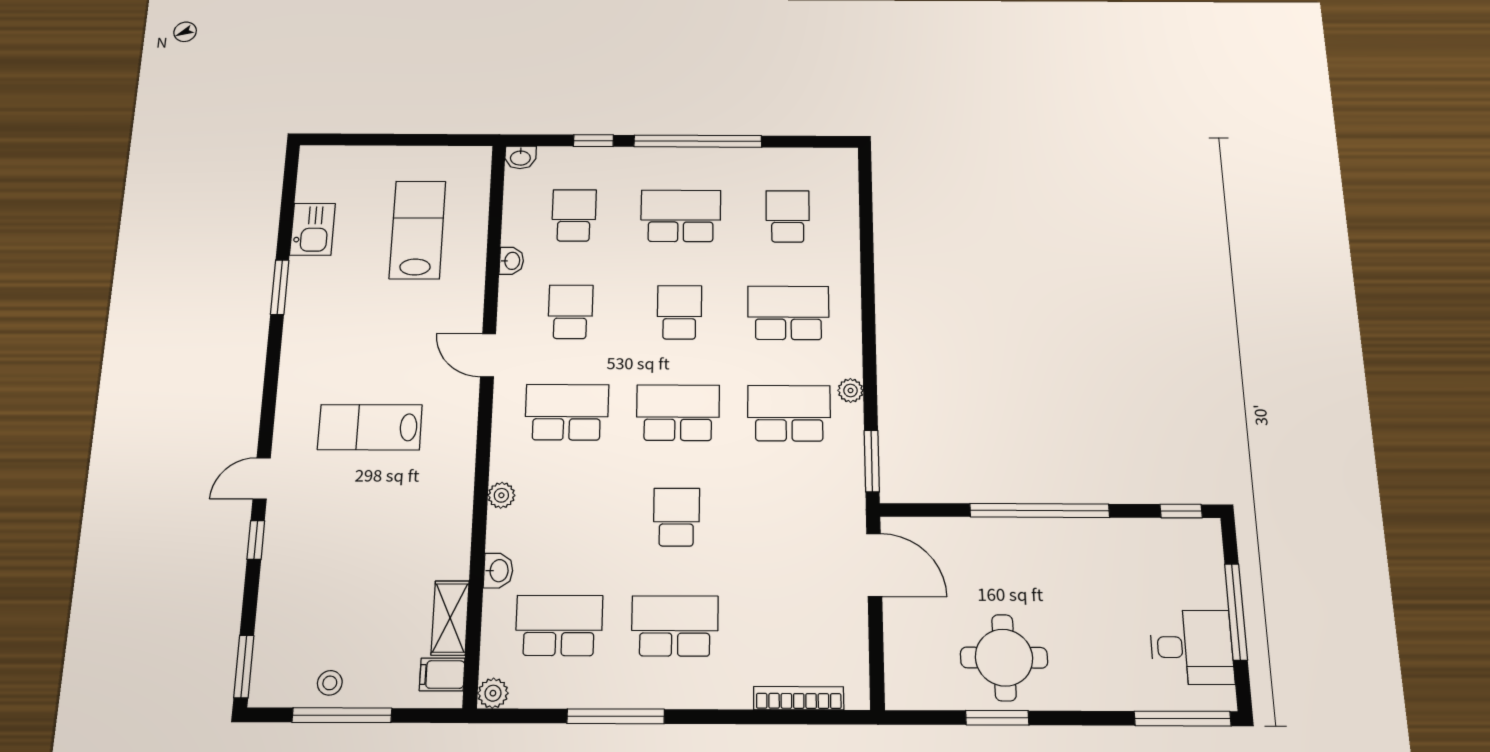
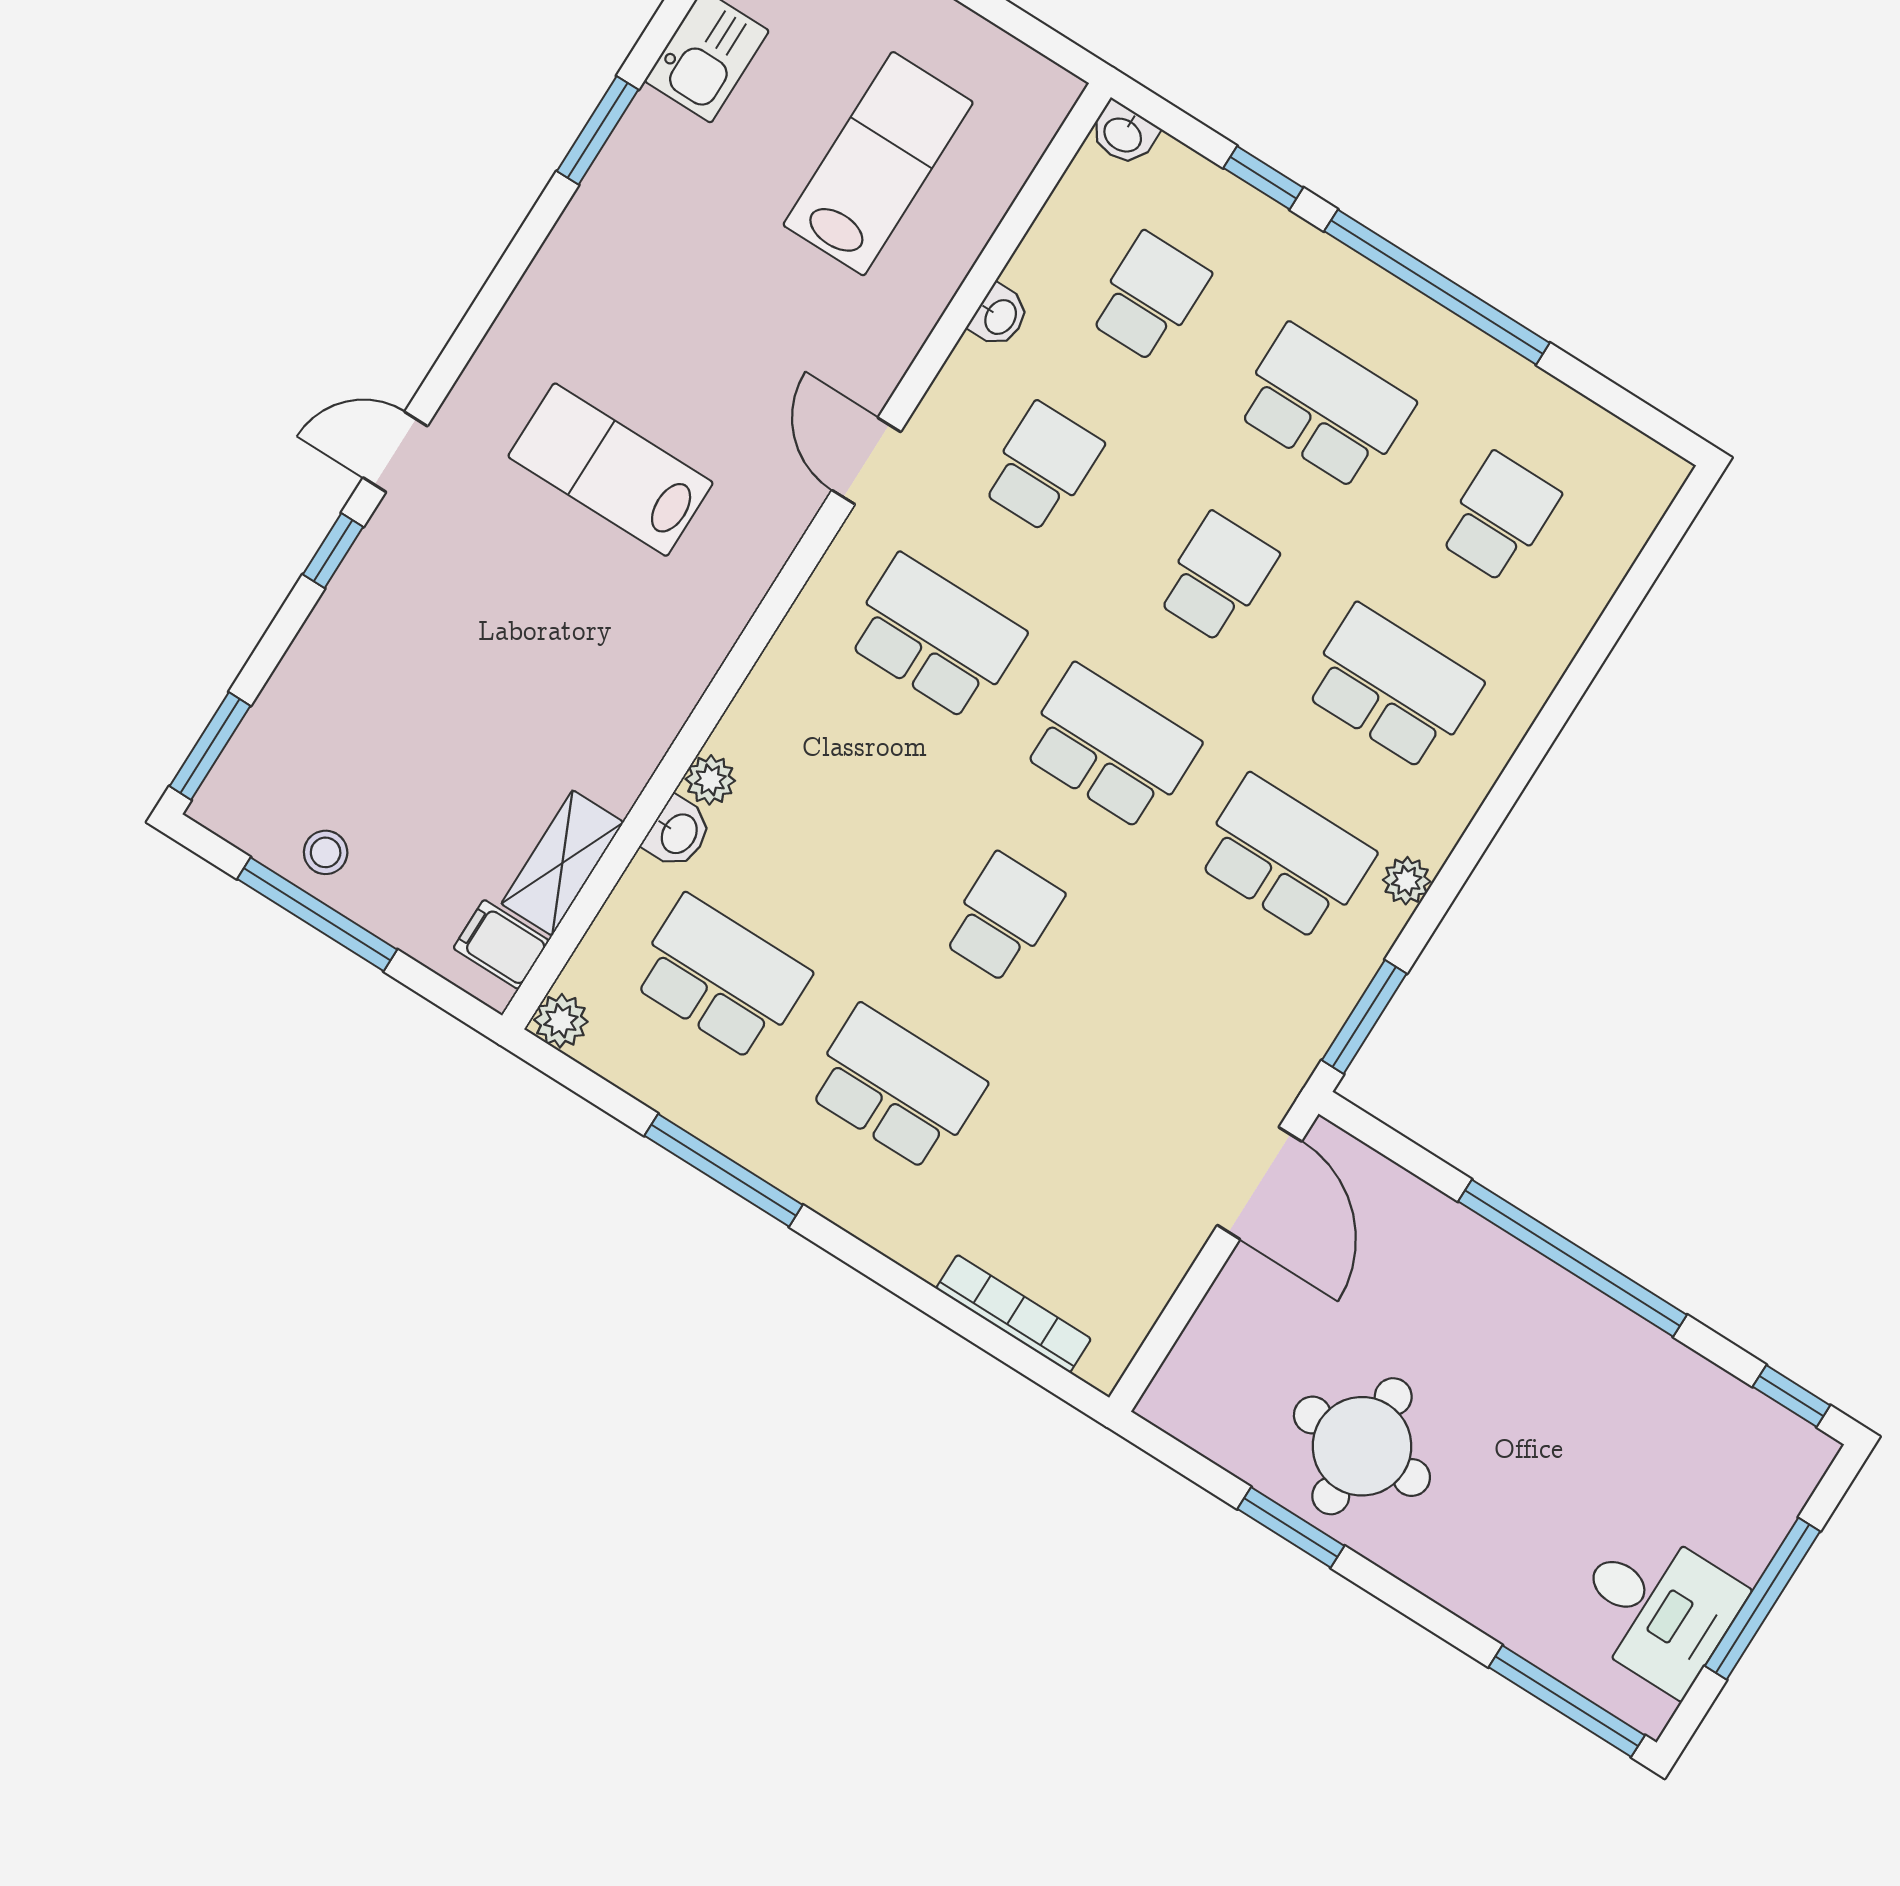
plant: (501, 495) -> (710, 780), moved

